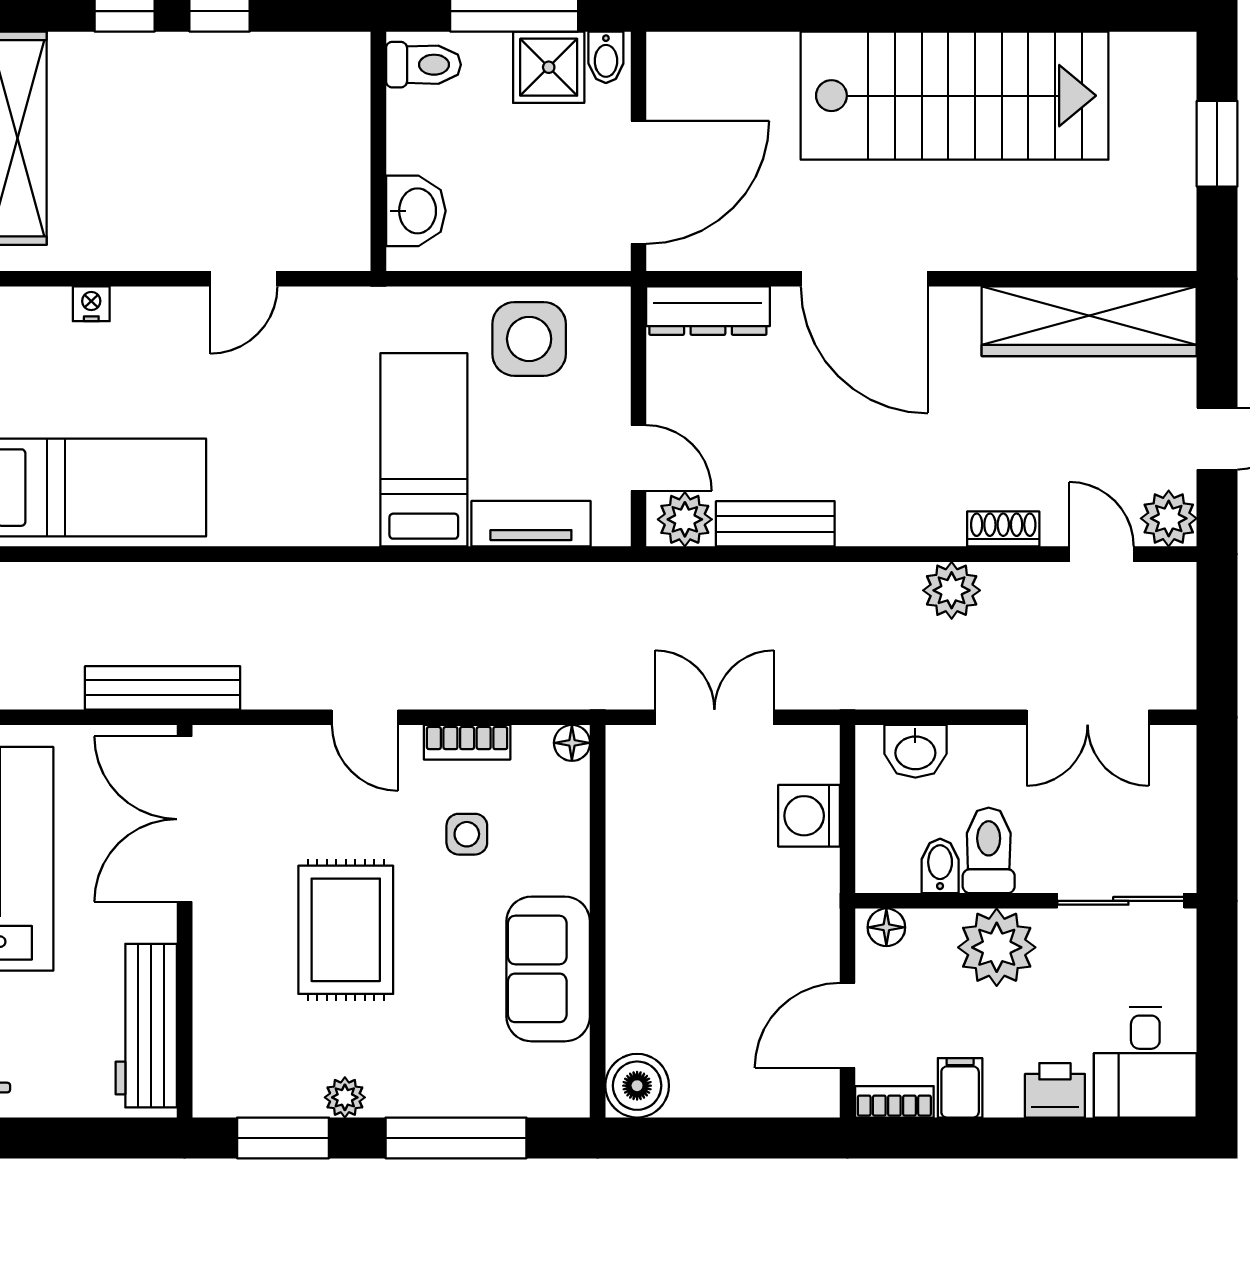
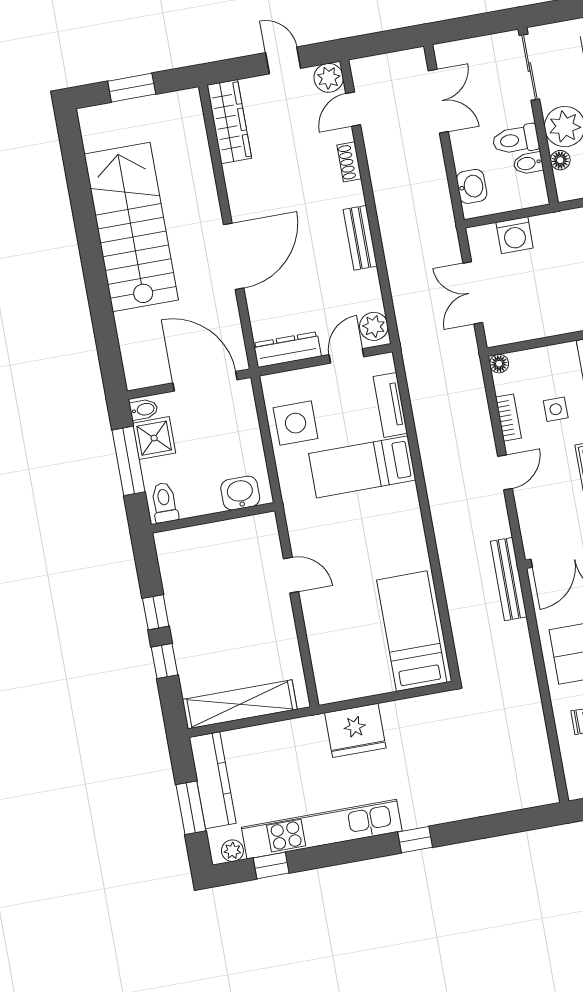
nightstand: (91, 304) -> (318, 651), removed
dresser: (708, 311) -> (287, 350), moved, turned -90
wardrobe: (1089, 321) -> (229, 122), width x0.71, depth x0.85
bench: (775, 524) -> (360, 238), moved
plant: (952, 590) -> (386, 183), removed
floor lamp: (886, 927) -> (560, 160), moved

